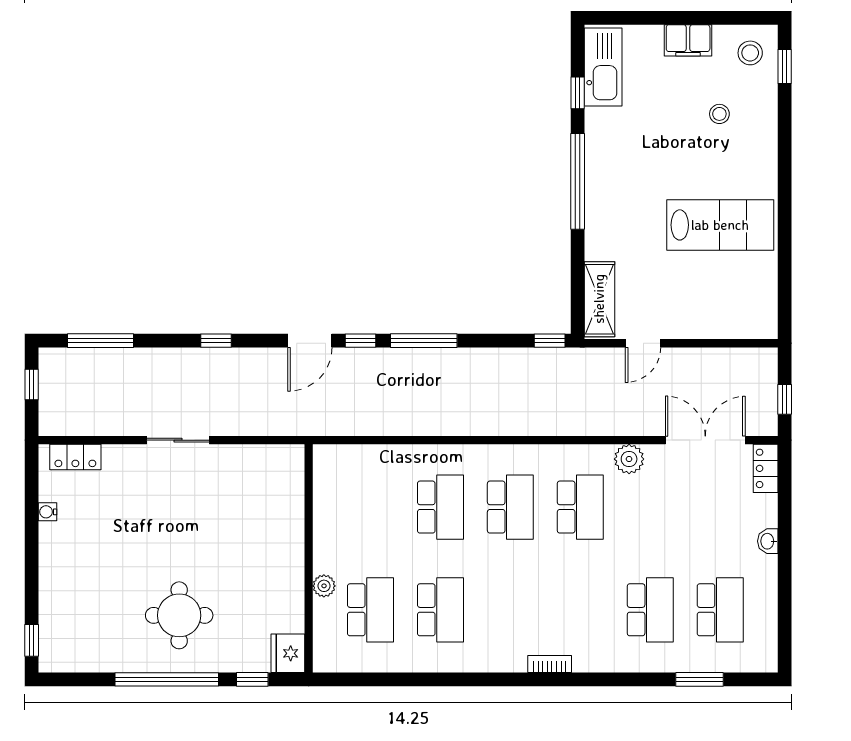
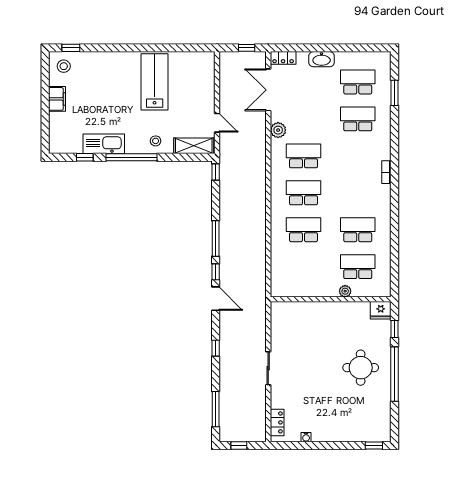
kitchen sink: (603, 67) -> (104, 144), moved
stool: (719, 114) -> (156, 141), moved
washbasin: (768, 541) -> (322, 59), width x1.91, depth x1.45

